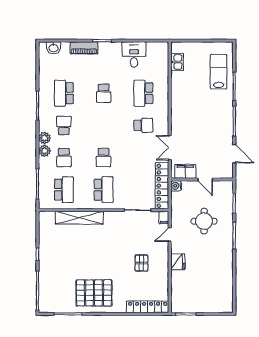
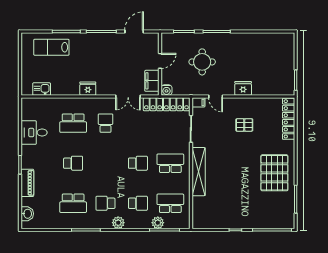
fridge: (178, 108) -> (88, 89), added
plant: (45, 151) -> (158, 223), moved
shelving: (79, 218) -> (199, 172), moved

